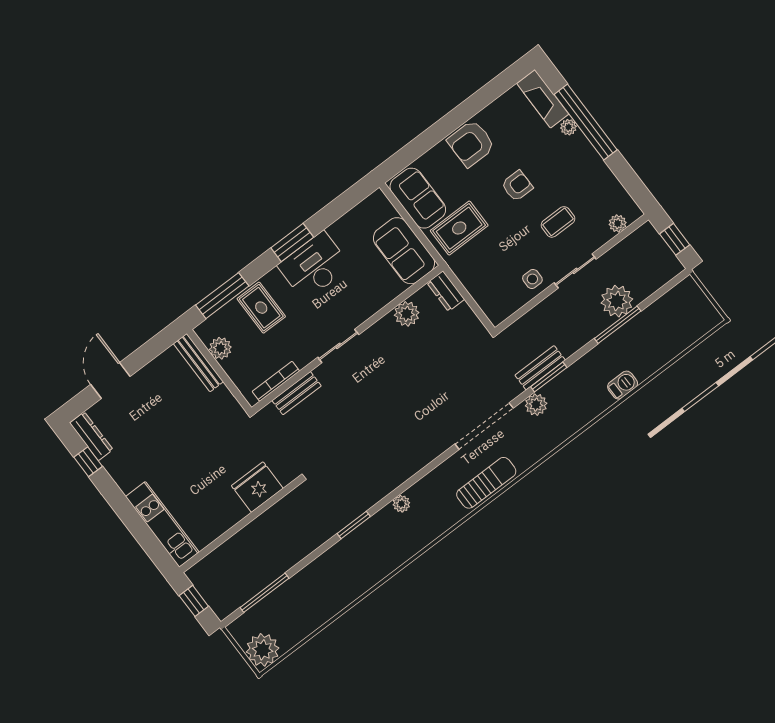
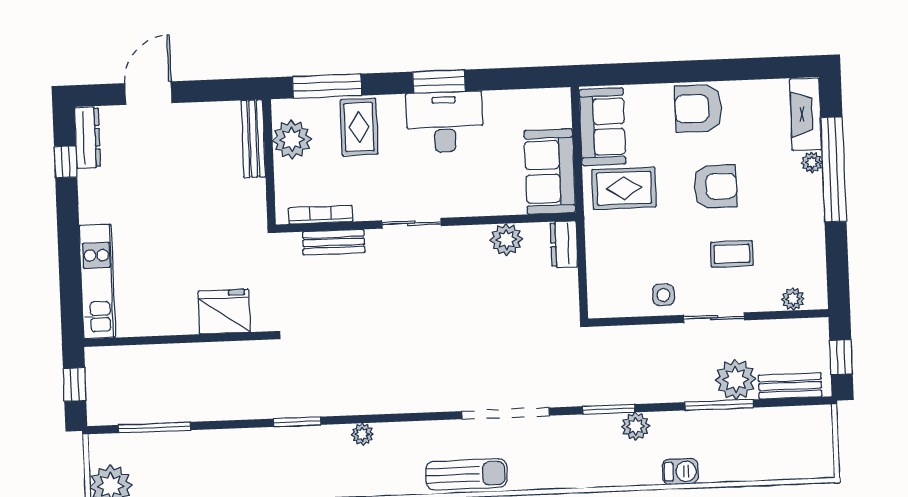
armchair: (517, 186) -> (715, 186), width x1.38, depth x1.38
plant: (220, 348) -> (292, 140), width x1.36, depth x1.36
bench: (540, 368) -> (790, 386), moved
plant: (536, 405) -> (636, 426), moved

